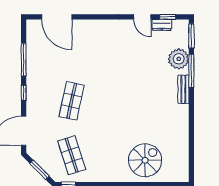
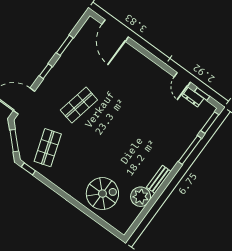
plant: (179, 59) -> (141, 197), moved
window: (24, 60) -> (65, 45), width x0.69
bench: (183, 89) -> (159, 179), moved

